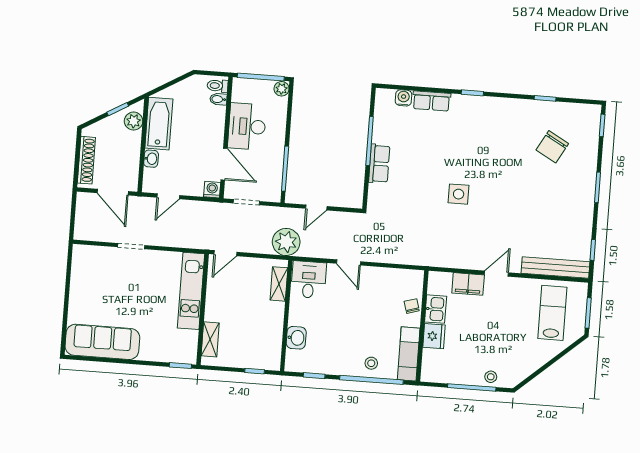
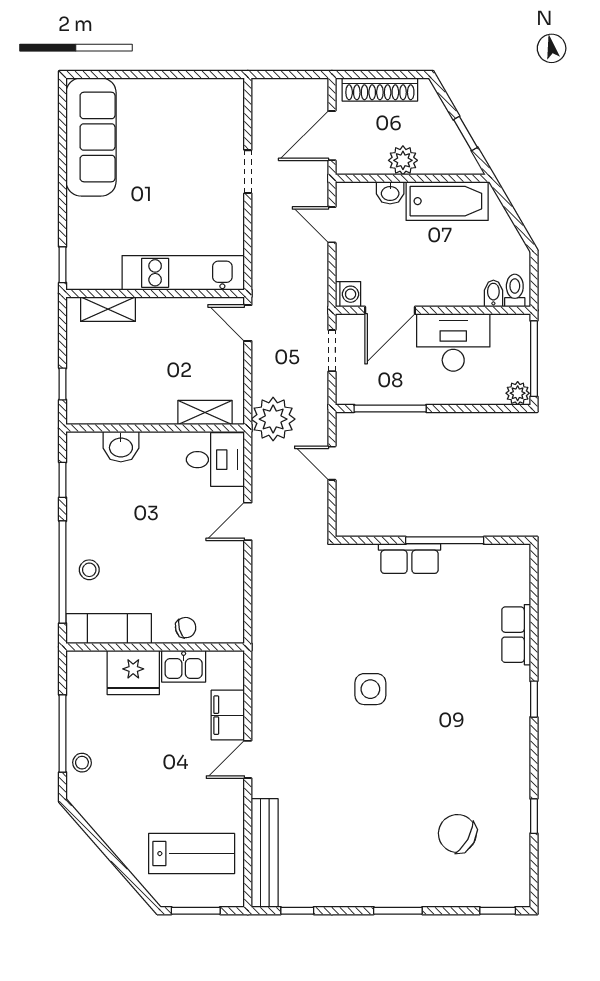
water cooler: (404, 98) -> (518, 589), removed
plant: (134, 121) -> (403, 160), moved
door: (496, 274) -> (248, 759), swing flipped
fridge: (434, 336) -> (133, 672), width x1.36, depth x1.34

